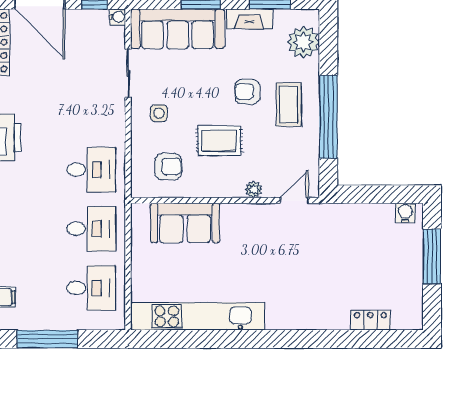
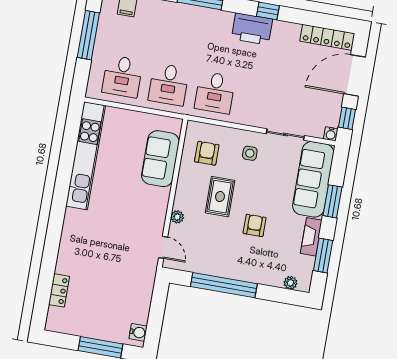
plant: (303, 42) -> (291, 283), width x0.53, depth x0.53
coffee table: (289, 105) -> (239, 256), removed
armchair: (168, 167) -> (207, 153), turned 180

